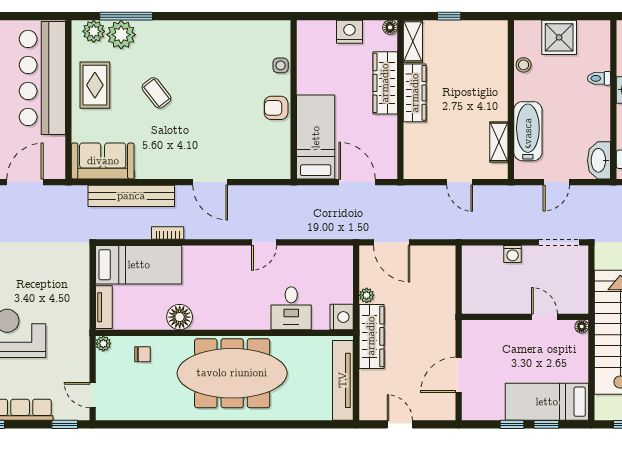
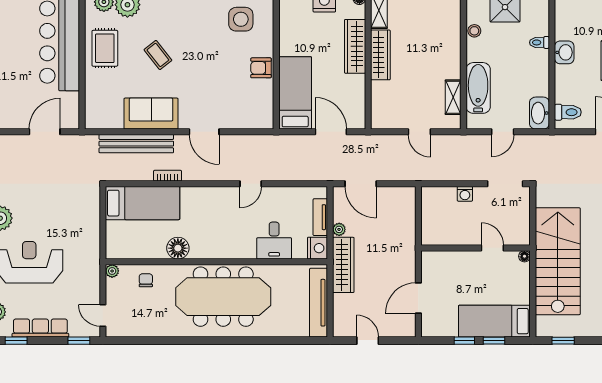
side table: (281, 65) -> (241, 19), moved, width x1.87, depth x1.87
sofa: (103, 161) -> (151, 114), moved
tv unit: (104, 307) -> (320, 217), moved, turned 180
chair: (142, 354) -> (146, 280), turned -90

